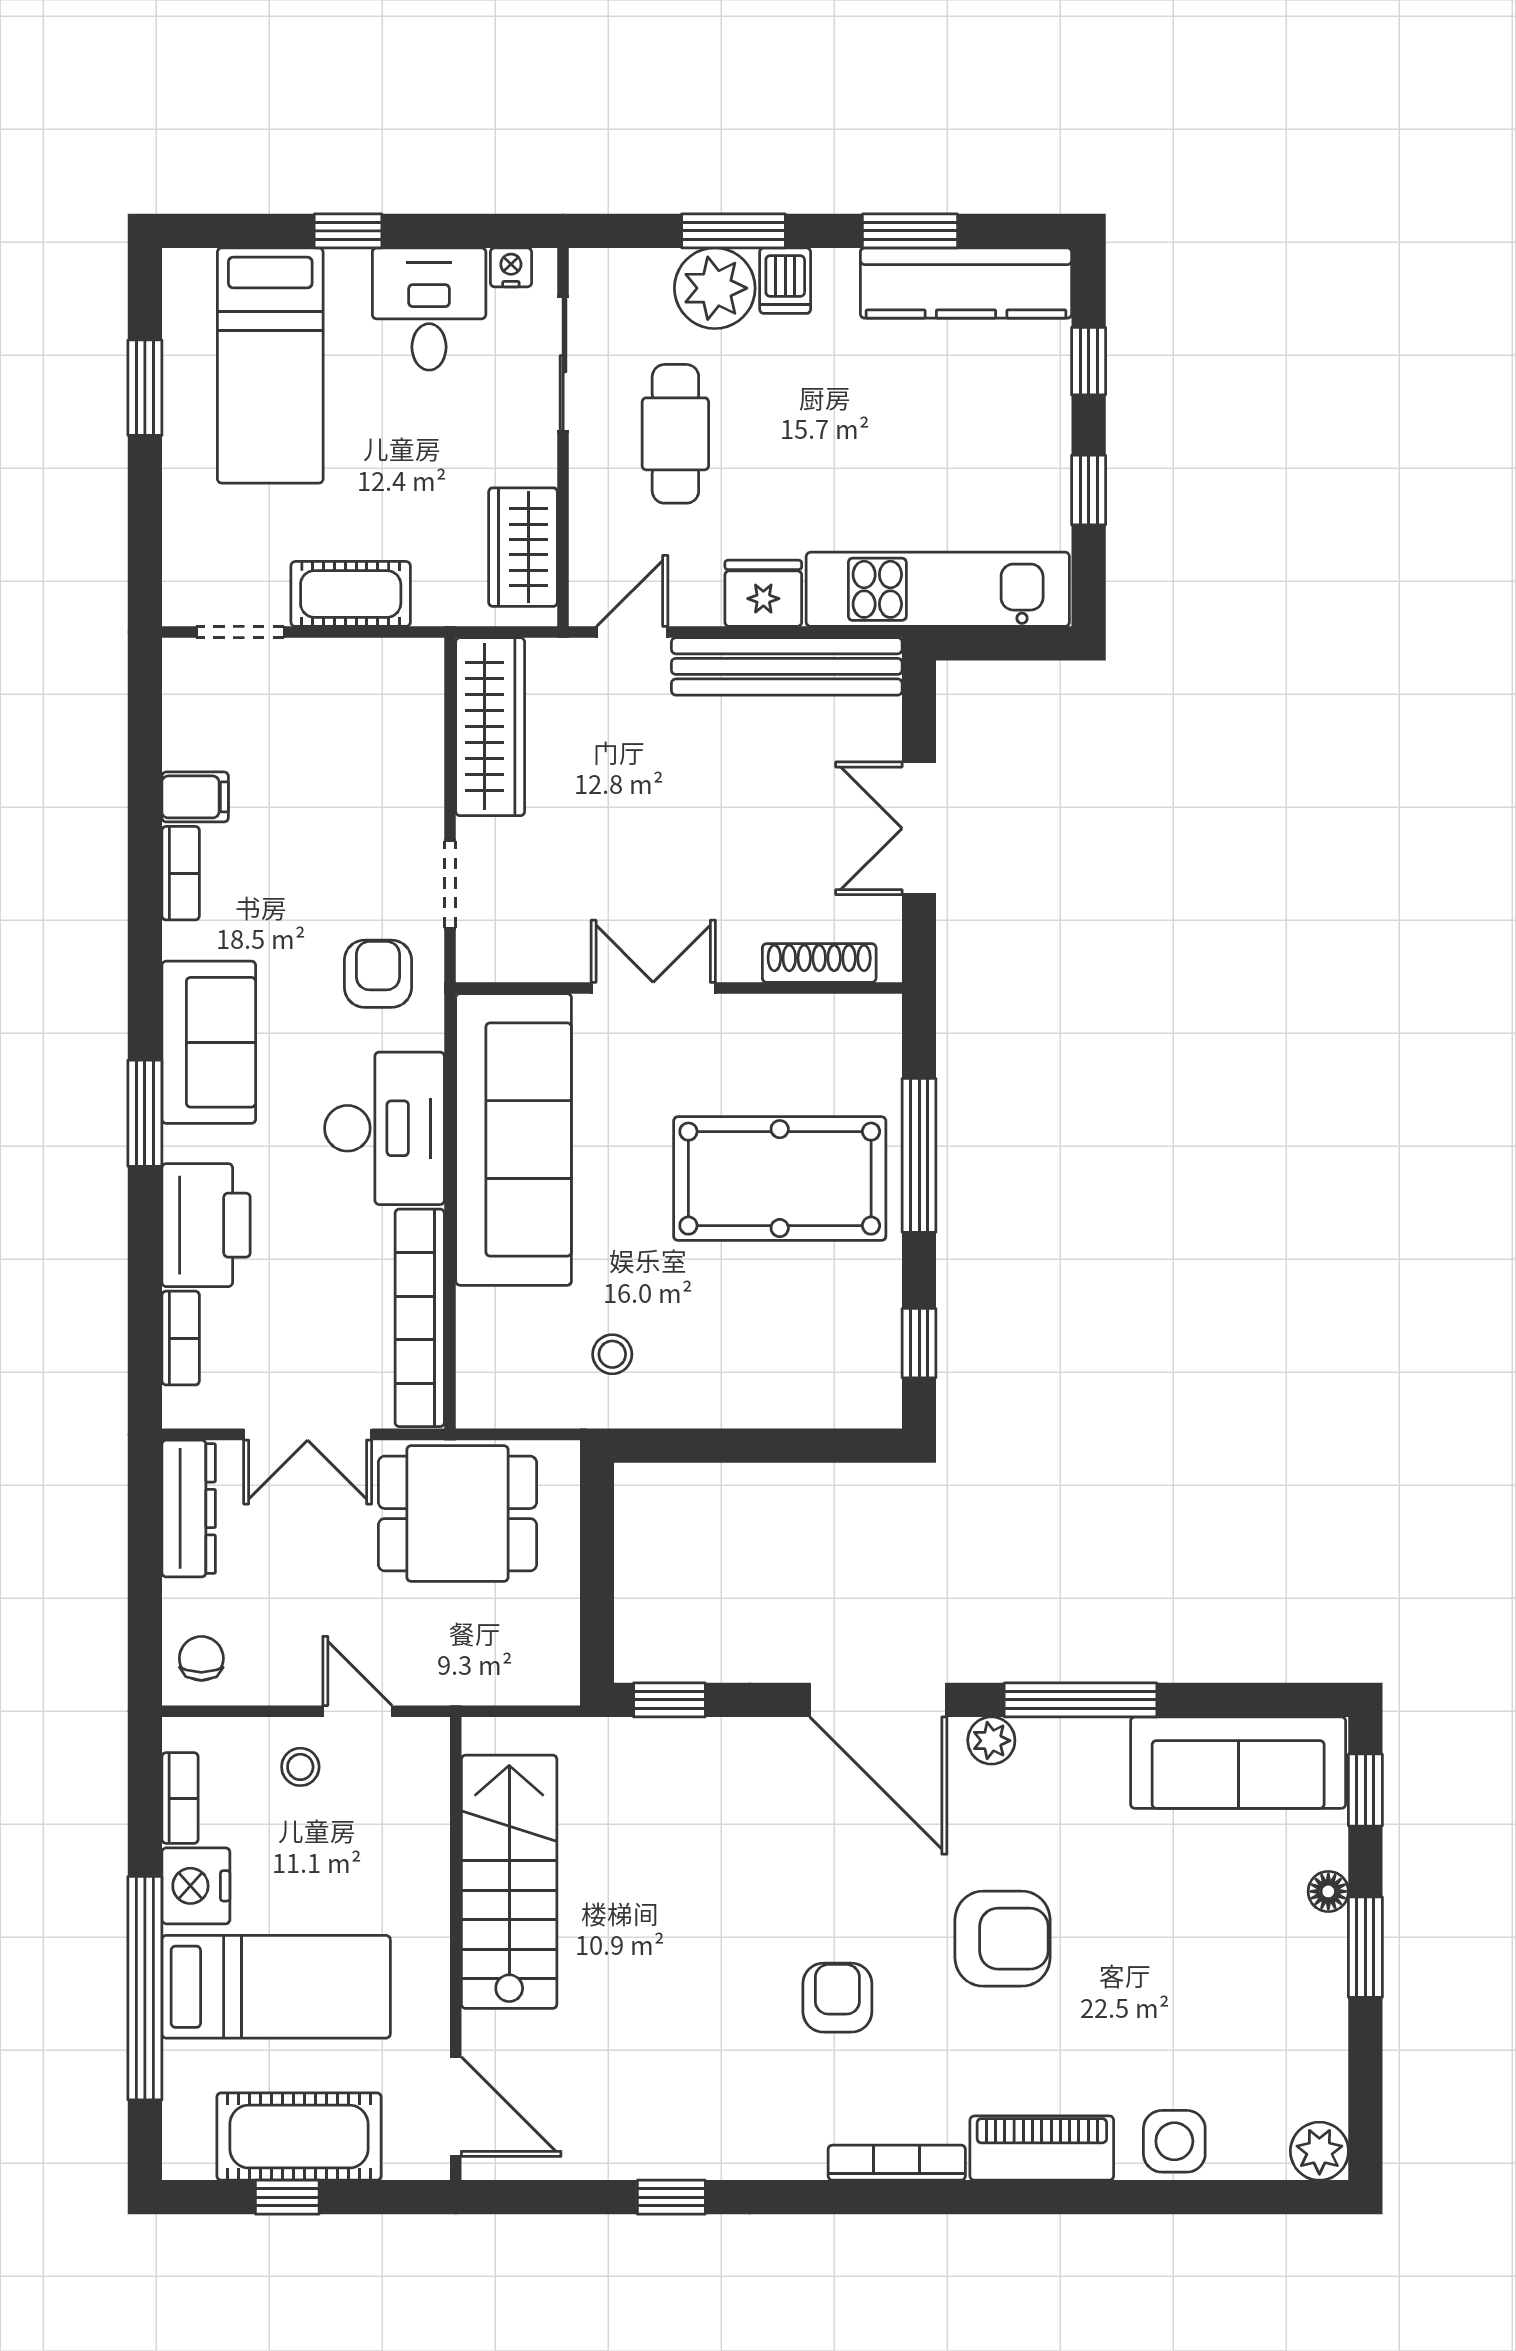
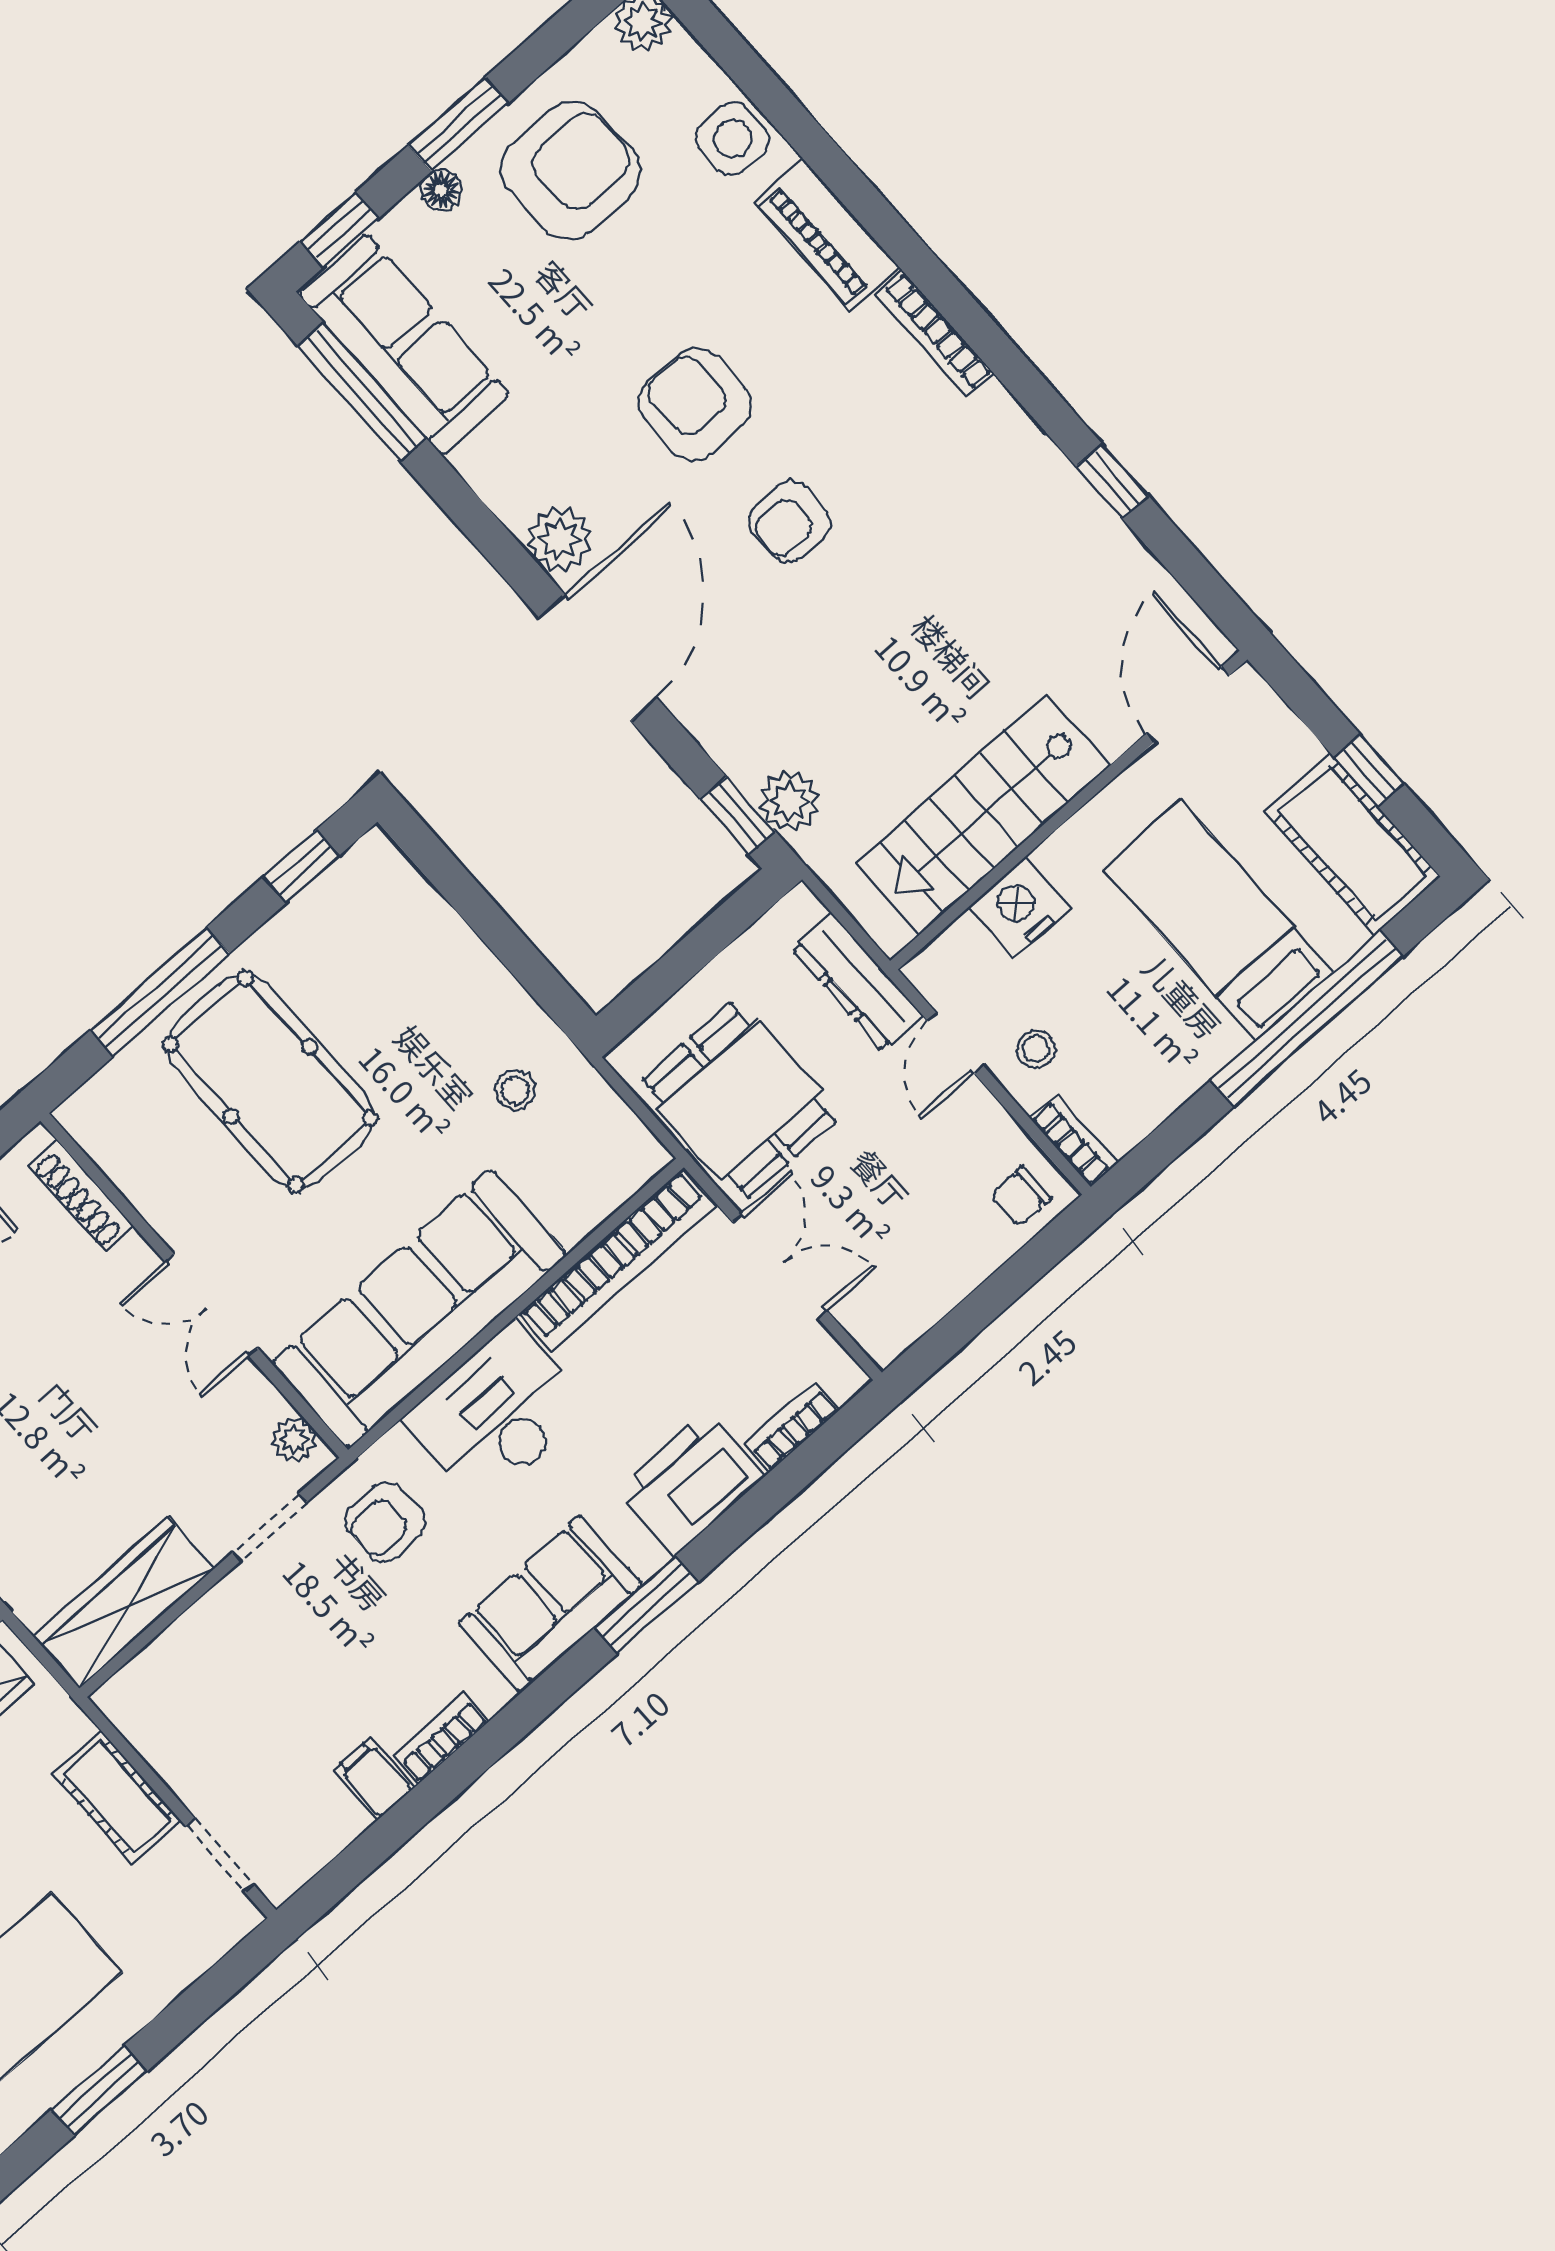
plant: (499, 961) -> (294, 1440), added
dresser: (189, 1508) -> (857, 982), moved, turned -90
window: (1080, 1700) -> (362, 392), moved
plant: (991, 1741) -> (560, 539), width x1.38, depth x1.38
plant: (646, 1747) -> (789, 801), added
bookcase: (180, 1798) -> (1074, 1141), moved, turned 90
nightstand: (196, 1886) -> (1020, 907), moved, turned 180
armchair: (837, 1998) -> (790, 522), moved
armchair: (1257, 2000) -> (570, 171), added
cot: (299, 2137) -> (1353, 844), moved

